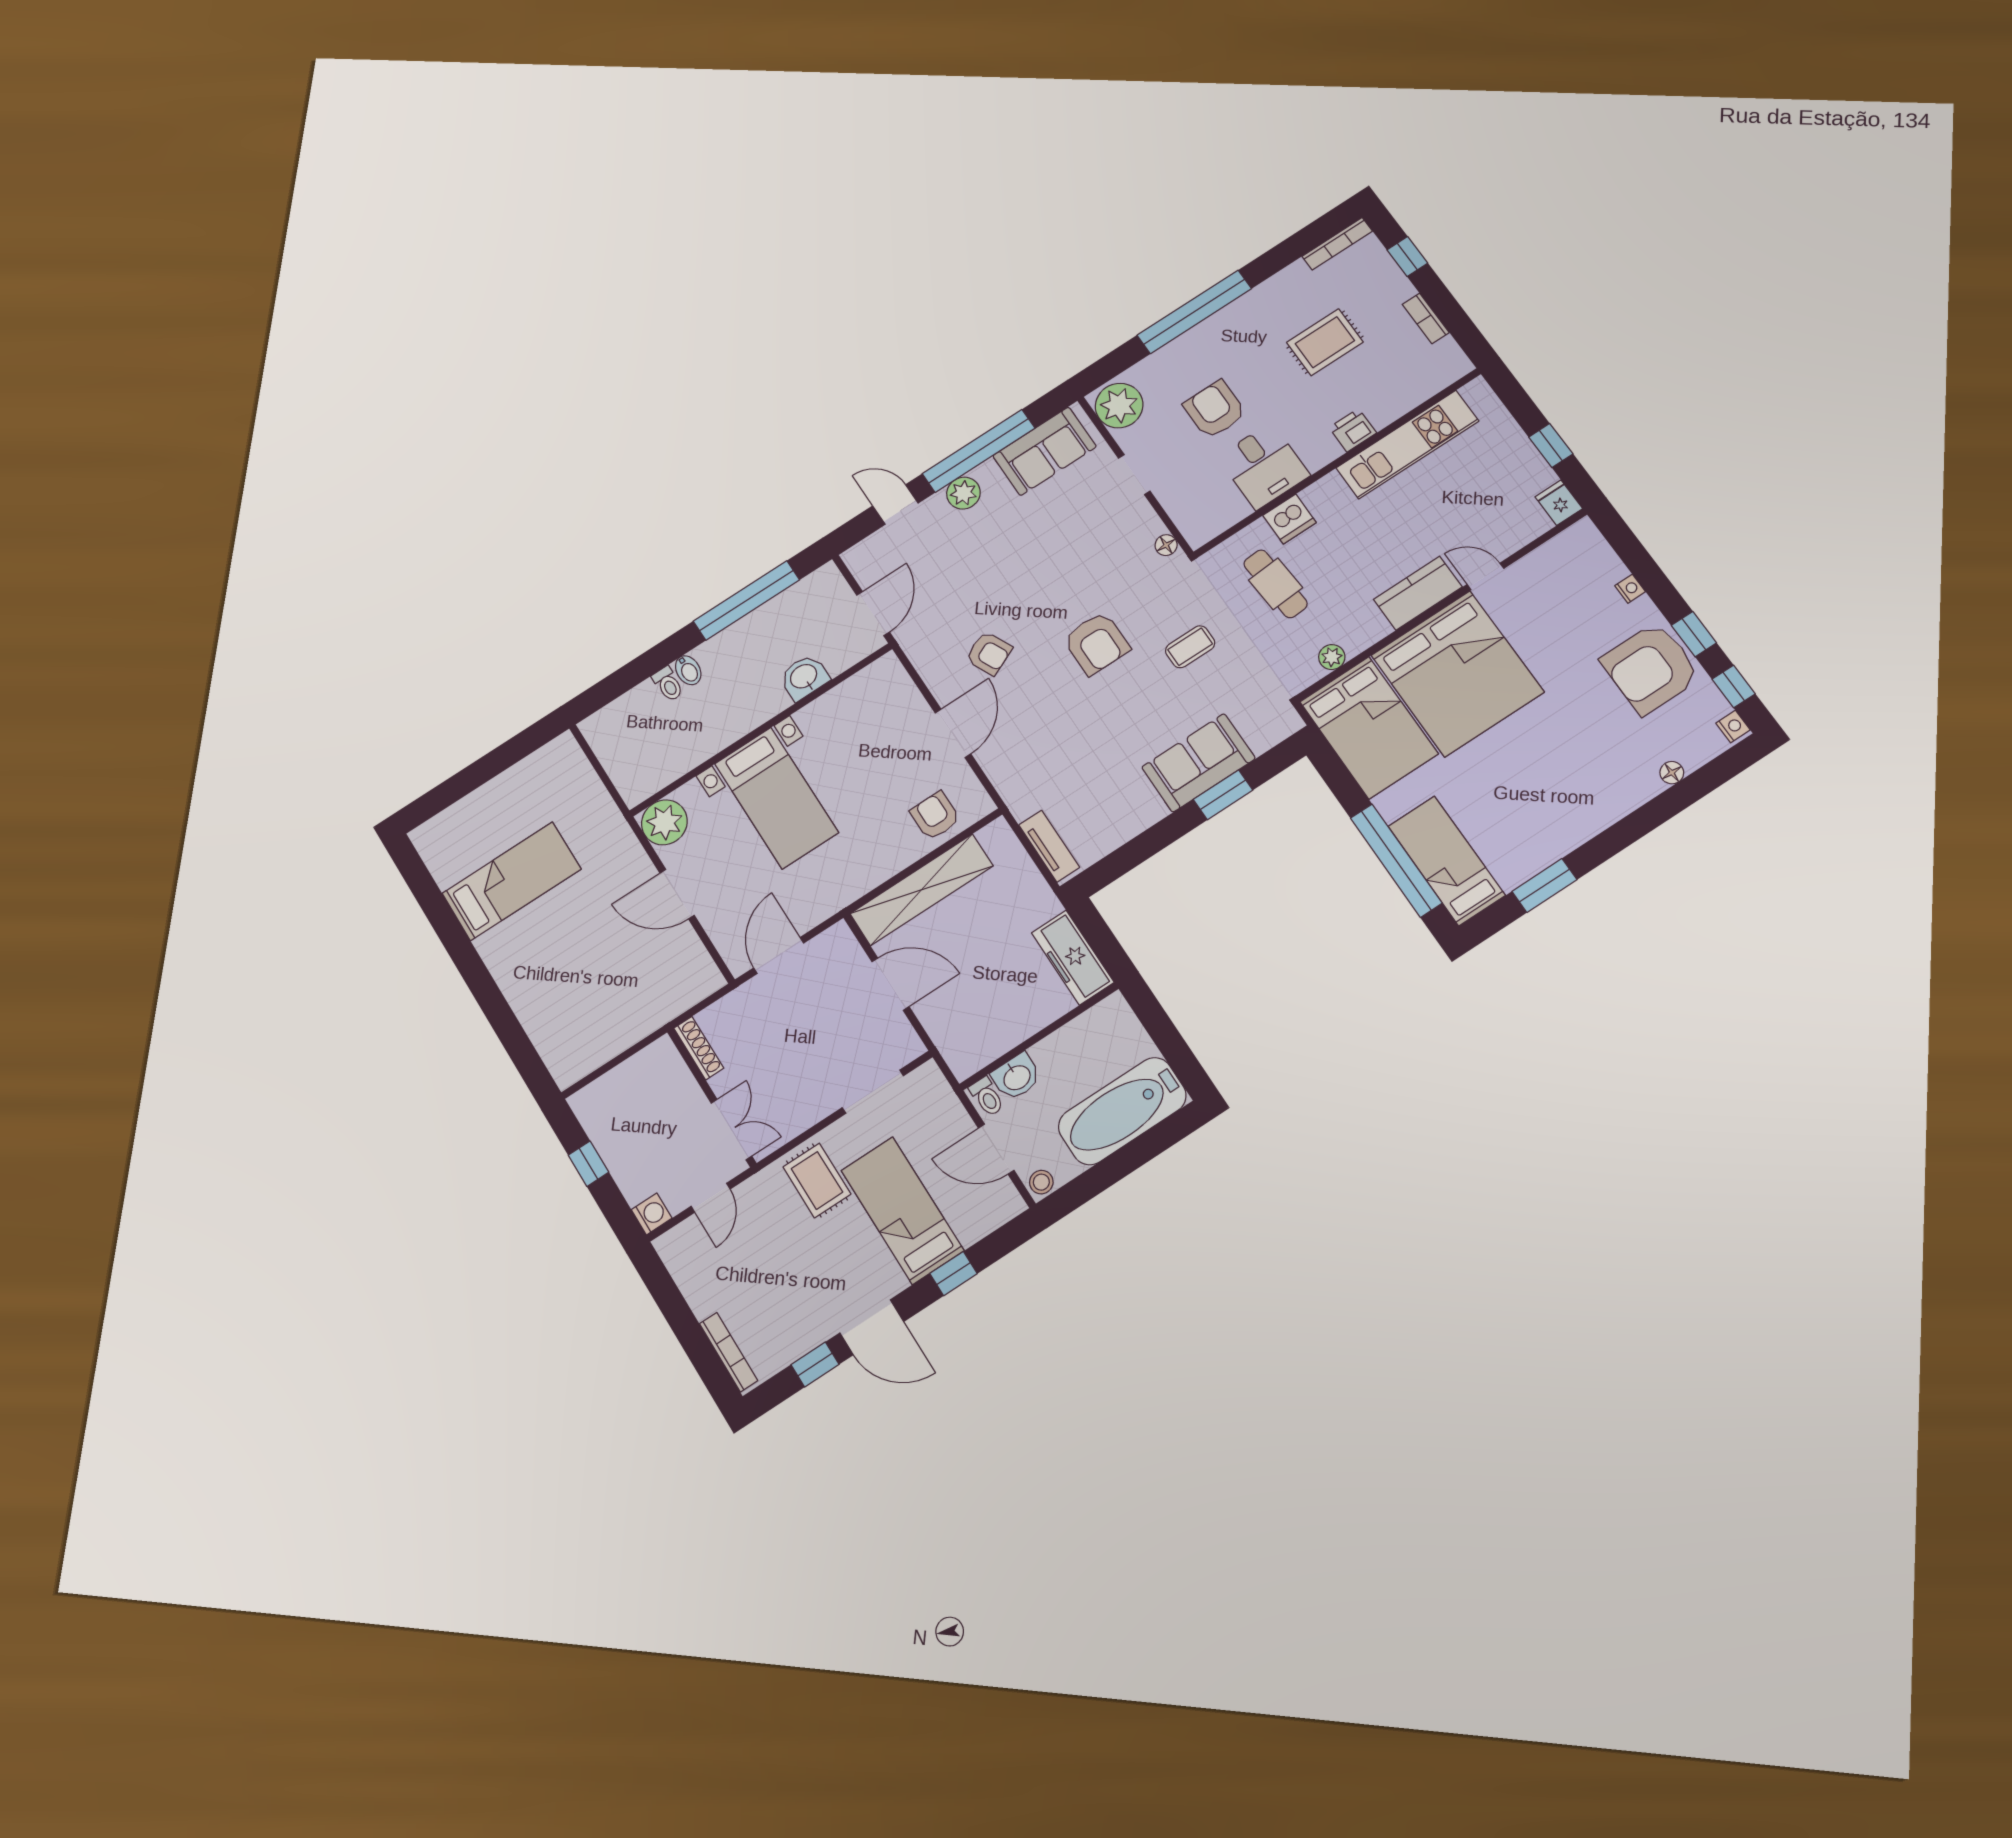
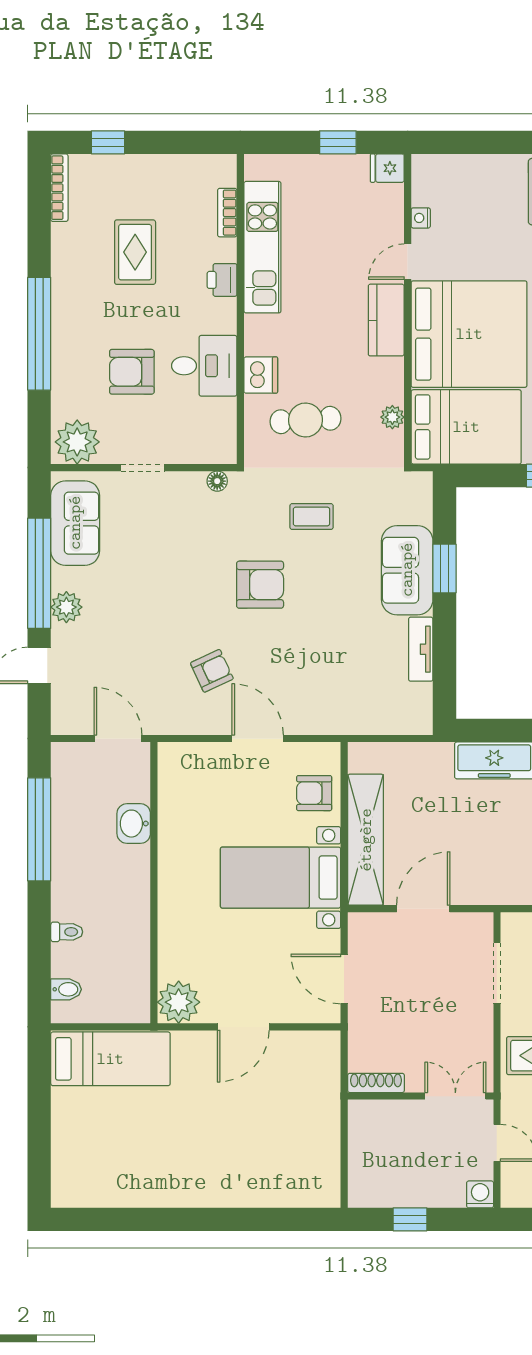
bookcase: (1426, 318) -> (227, 213), moved, turned 90
nightstand: (1630, 589) -> (421, 218), moved, turned -90
coffee table: (1190, 647) -> (312, 517), turned 90
bidet: (688, 670) -> (66, 989), moved
bed with nightstands: (776, 798) -> (281, 878), moved, turned 180
tv unit: (1049, 846) -> (421, 649), moved, turned -90
bed: (512, 881) -> (110, 1059), moved, turned 90

